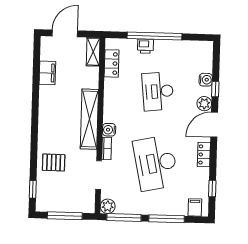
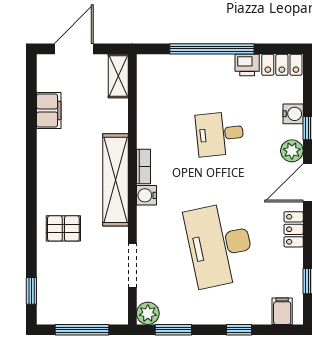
printer: (145, 46) -> (247, 65), moved
locker: (112, 63) -> (282, 65), moved, turned 90
desk: (158, 91) -> (220, 134), width x0.73
bookcase: (107, 148) -> (143, 166), moved
pallet: (54, 162) -> (63, 228), moved
window: (124, 217) -> (173, 330), width x0.69
window: (167, 219) -> (239, 330), width x0.46

